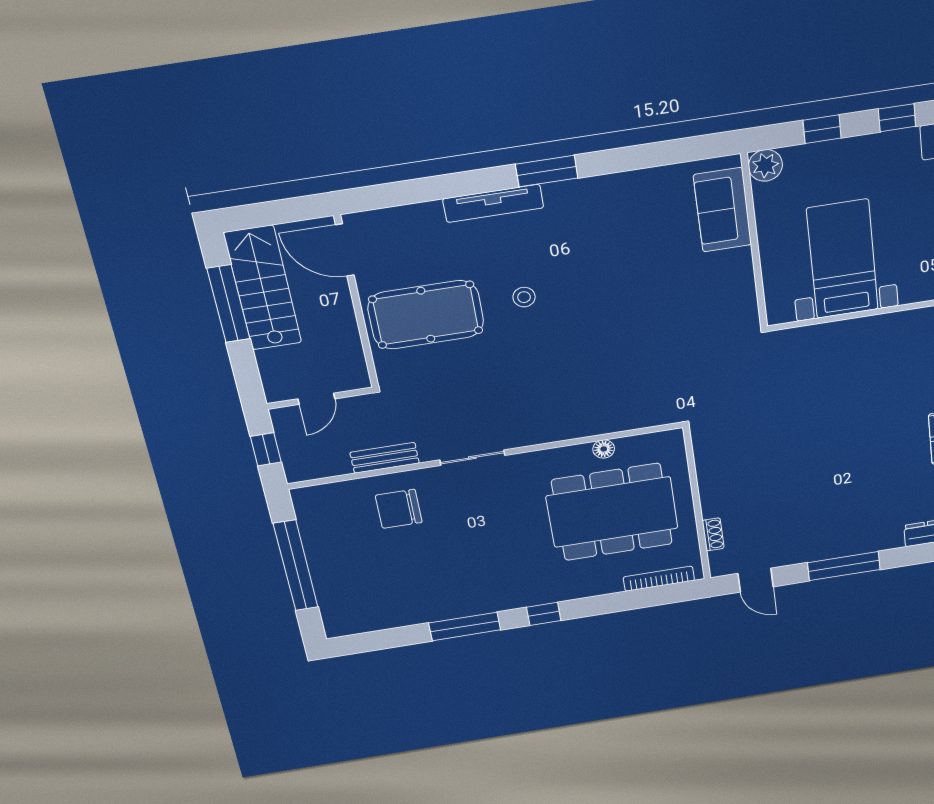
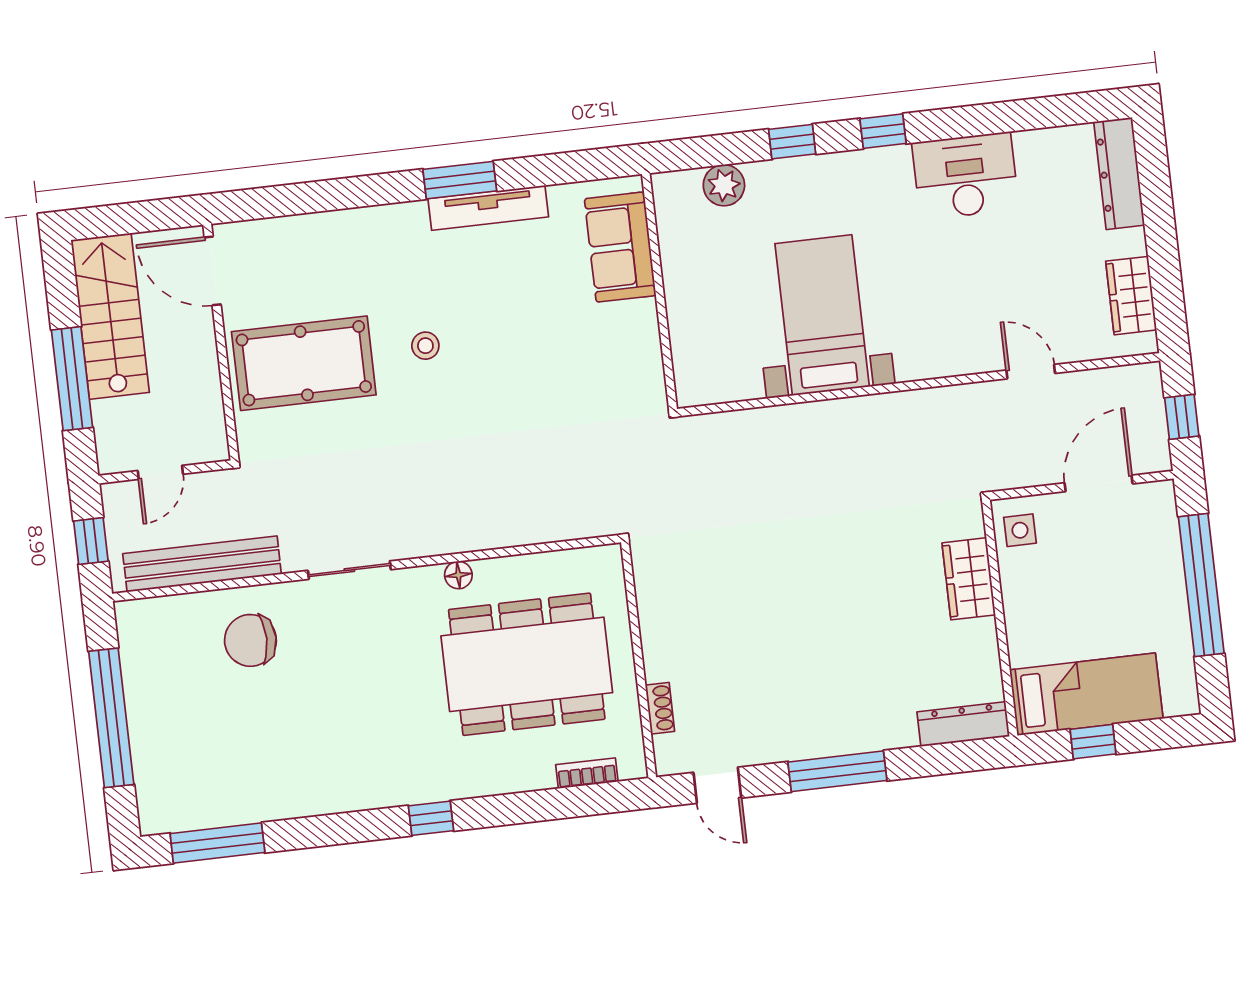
tv unit: (493, 203) -> (488, 208), moved
sofa: (723, 210) -> (620, 247), moved
wall: (754, 242) -> (659, 291), moved
window: (228, 304) -> (72, 379), moved
floor lamp: (604, 449) -> (458, 575), moved
bench: (385, 458) -> (202, 564), width x1.86, depth x1.21
bookcase: (659, 579) -> (587, 773), width x0.64
window: (465, 626) -> (217, 843), moved

